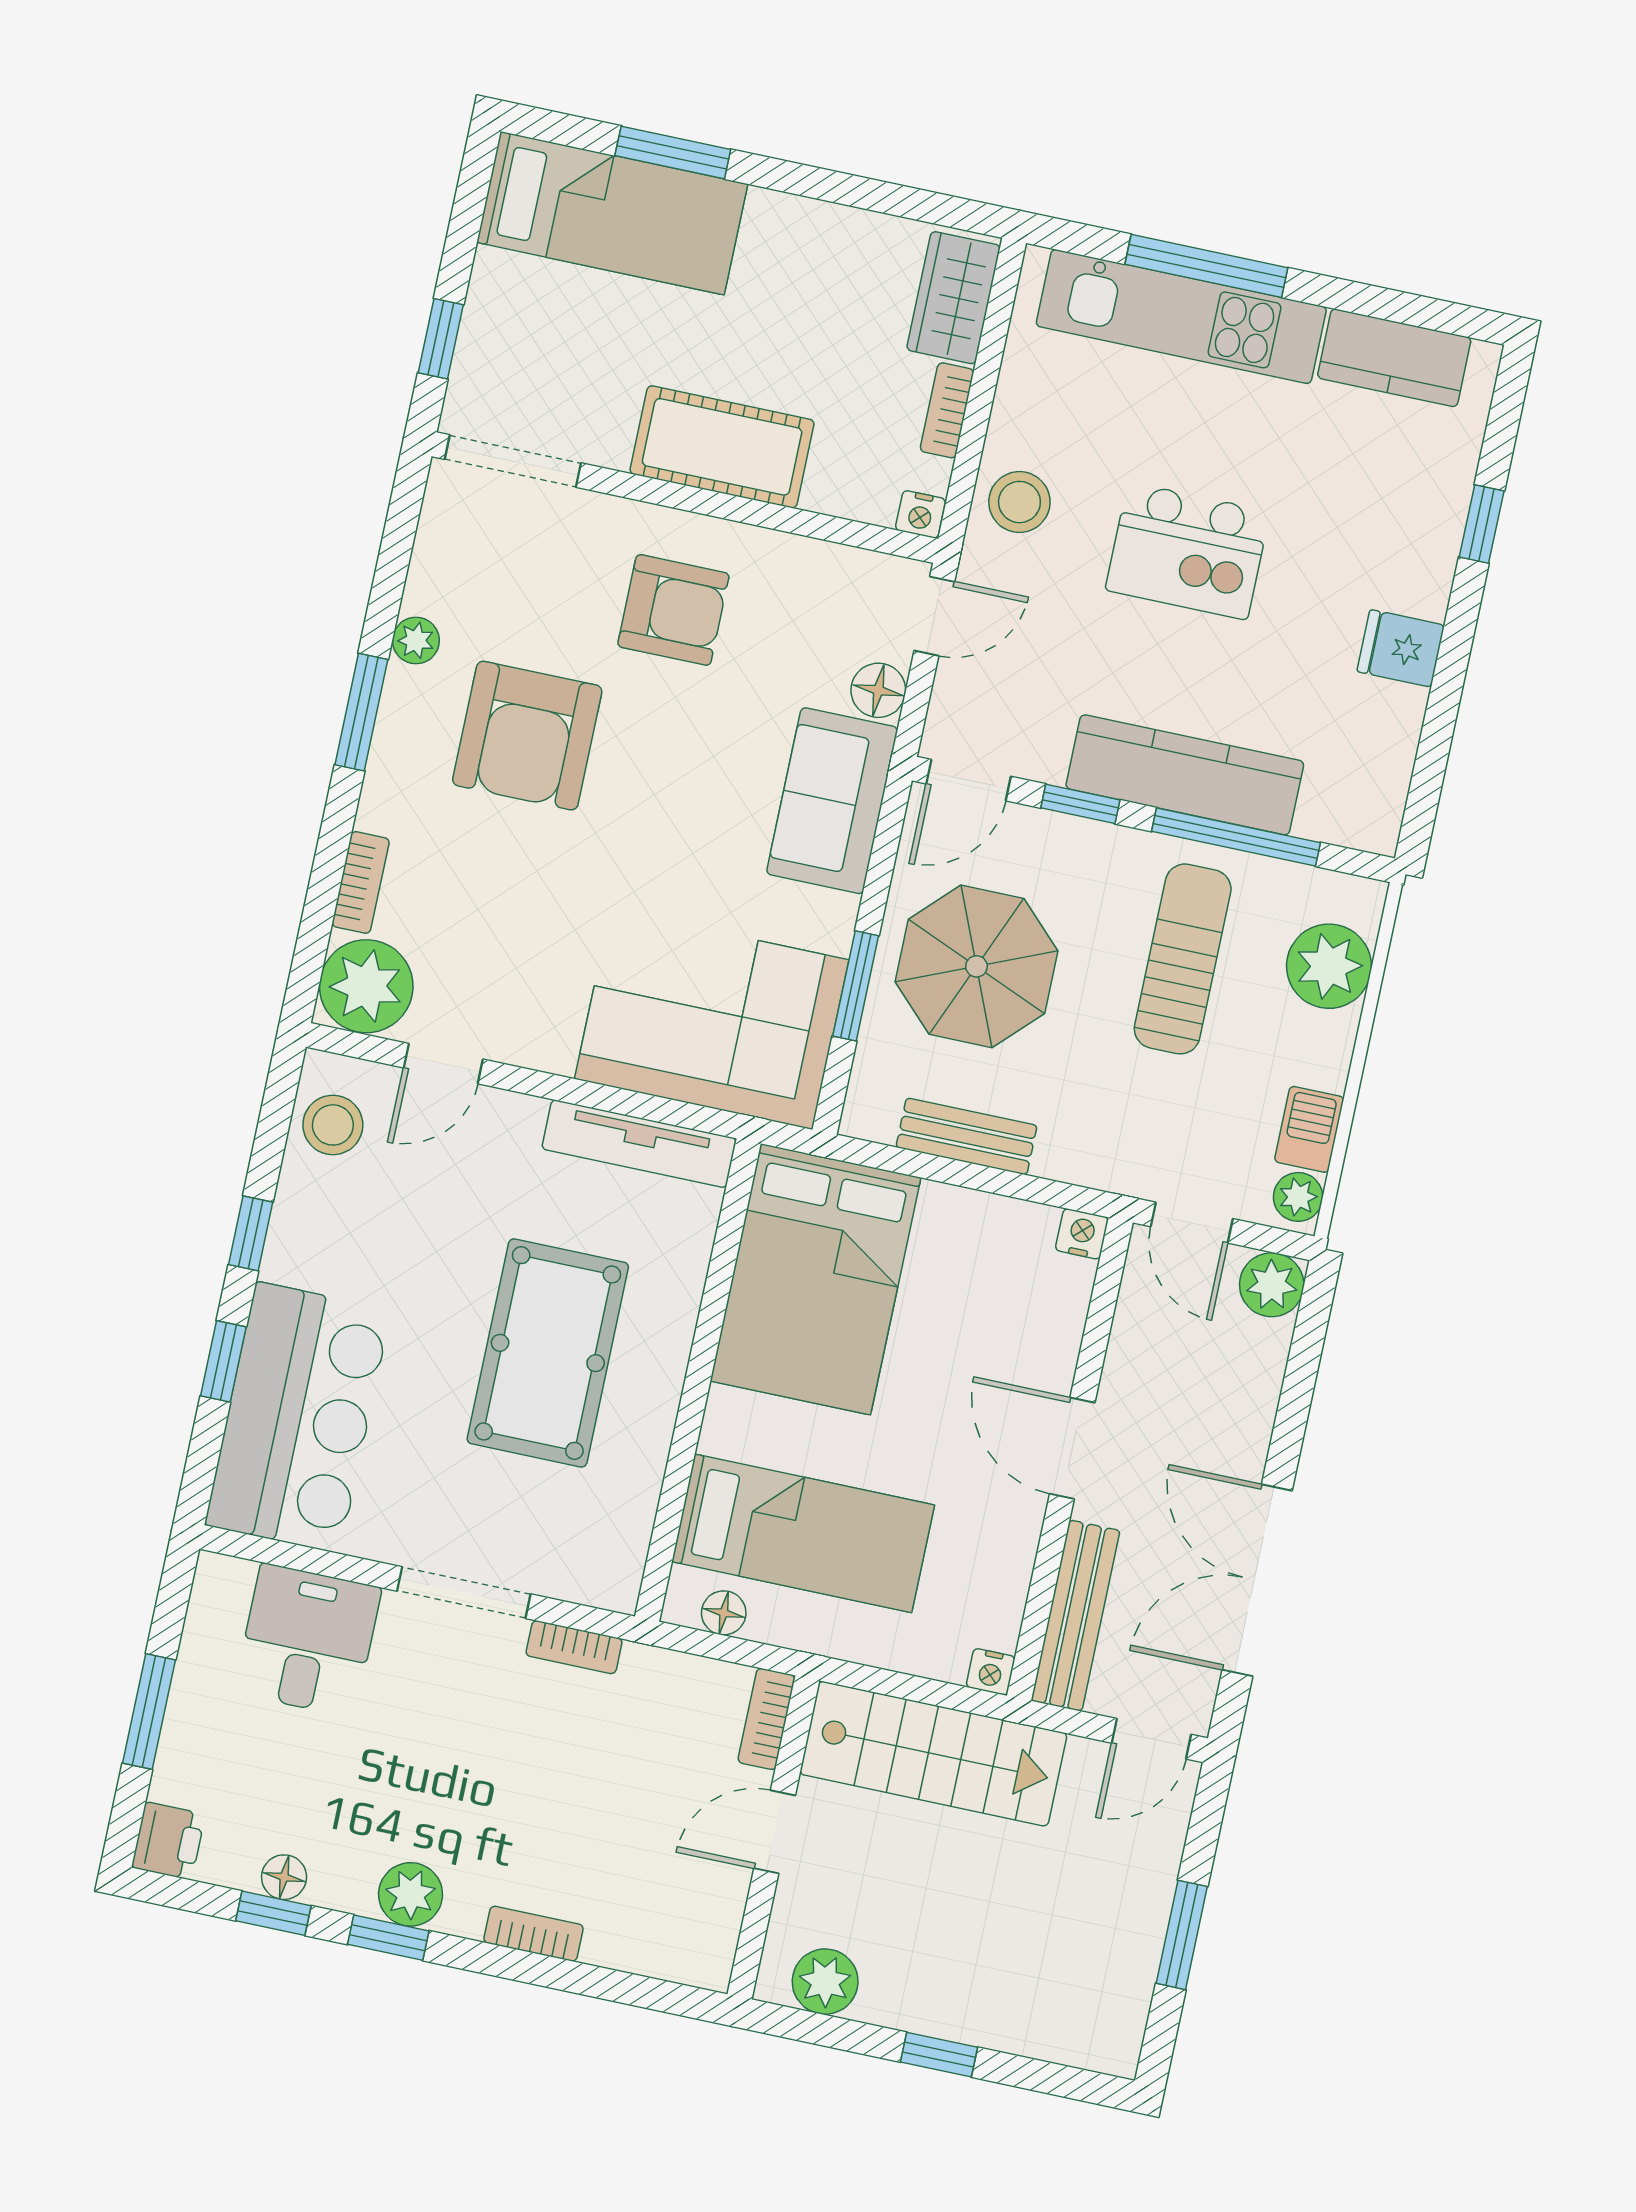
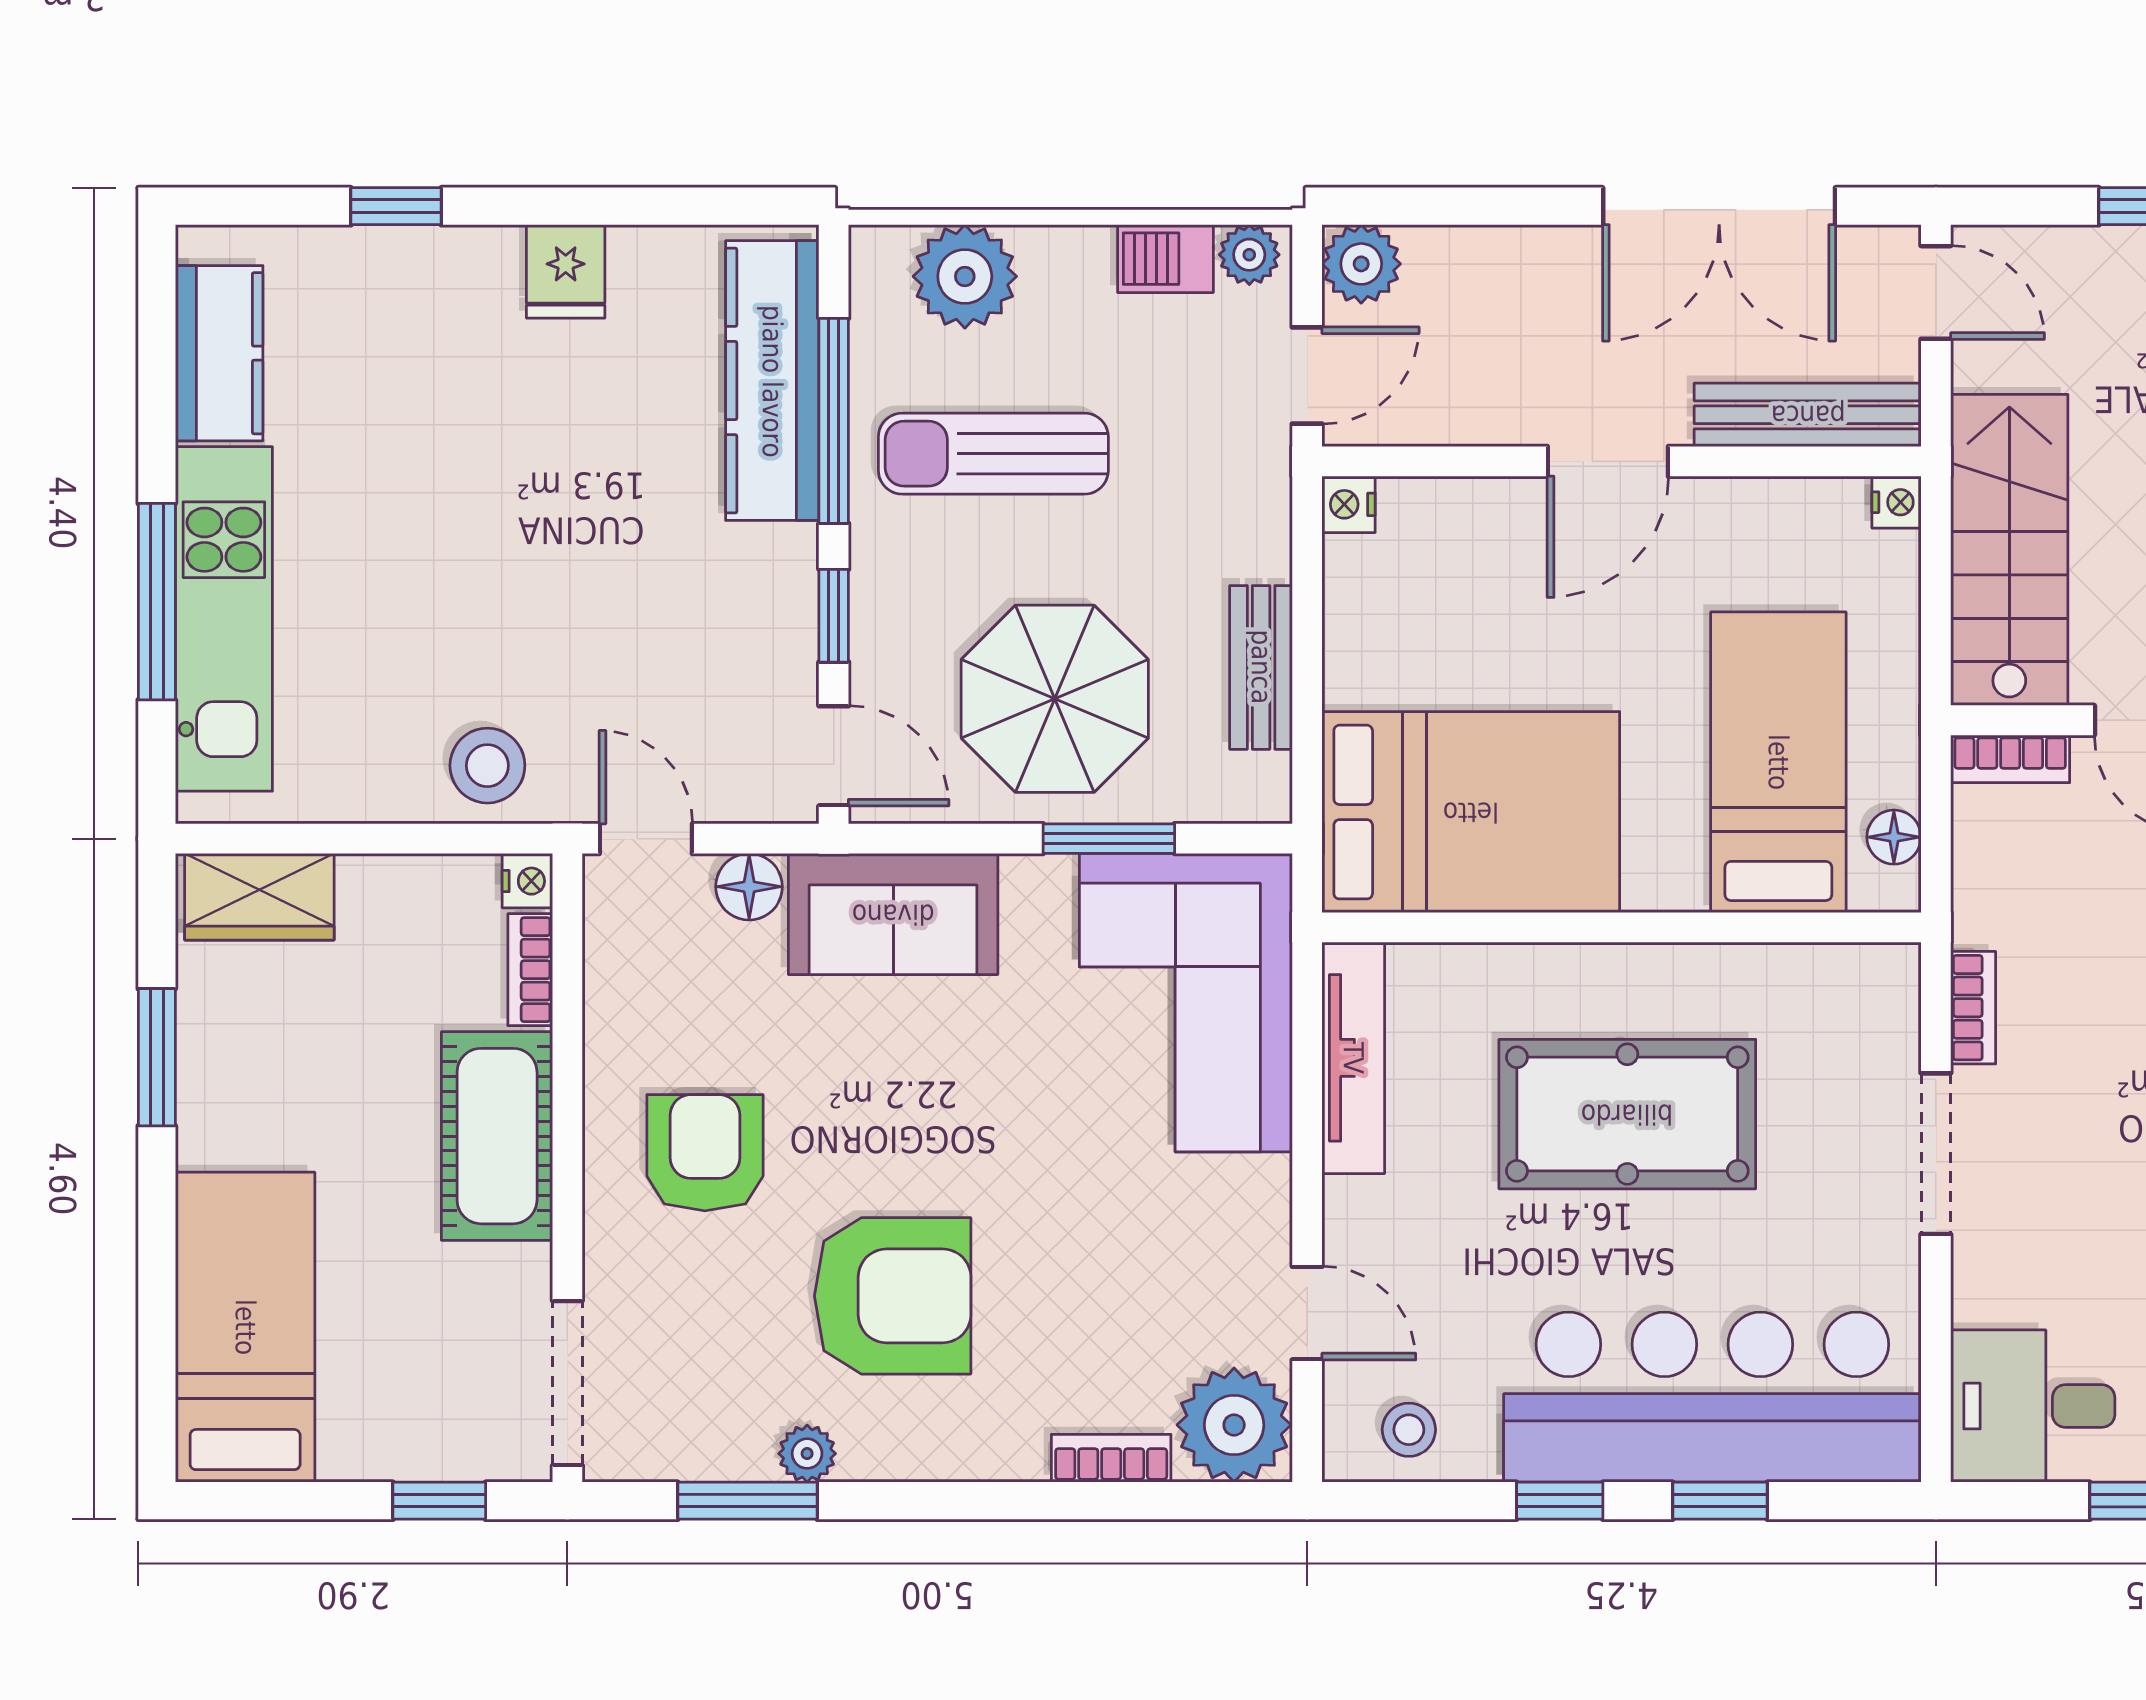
window: (673, 152) -> (157, 1057), moved
bookcase: (947, 410) -> (530, 970), moved, turned 90
kitchen island: (1188, 551) -> (503, 552), removed
window: (361, 712) -> (748, 1501), moved
kitchen counter: (1185, 775) -> (772, 381), moved
stool: (333, 1125) -> (1409, 1430), width x0.73, depth x0.73
bar counter: (298, 1417) -> (1712, 1397), width x1.36
desk: (308, 1640) -> (2033, 1406), moved

